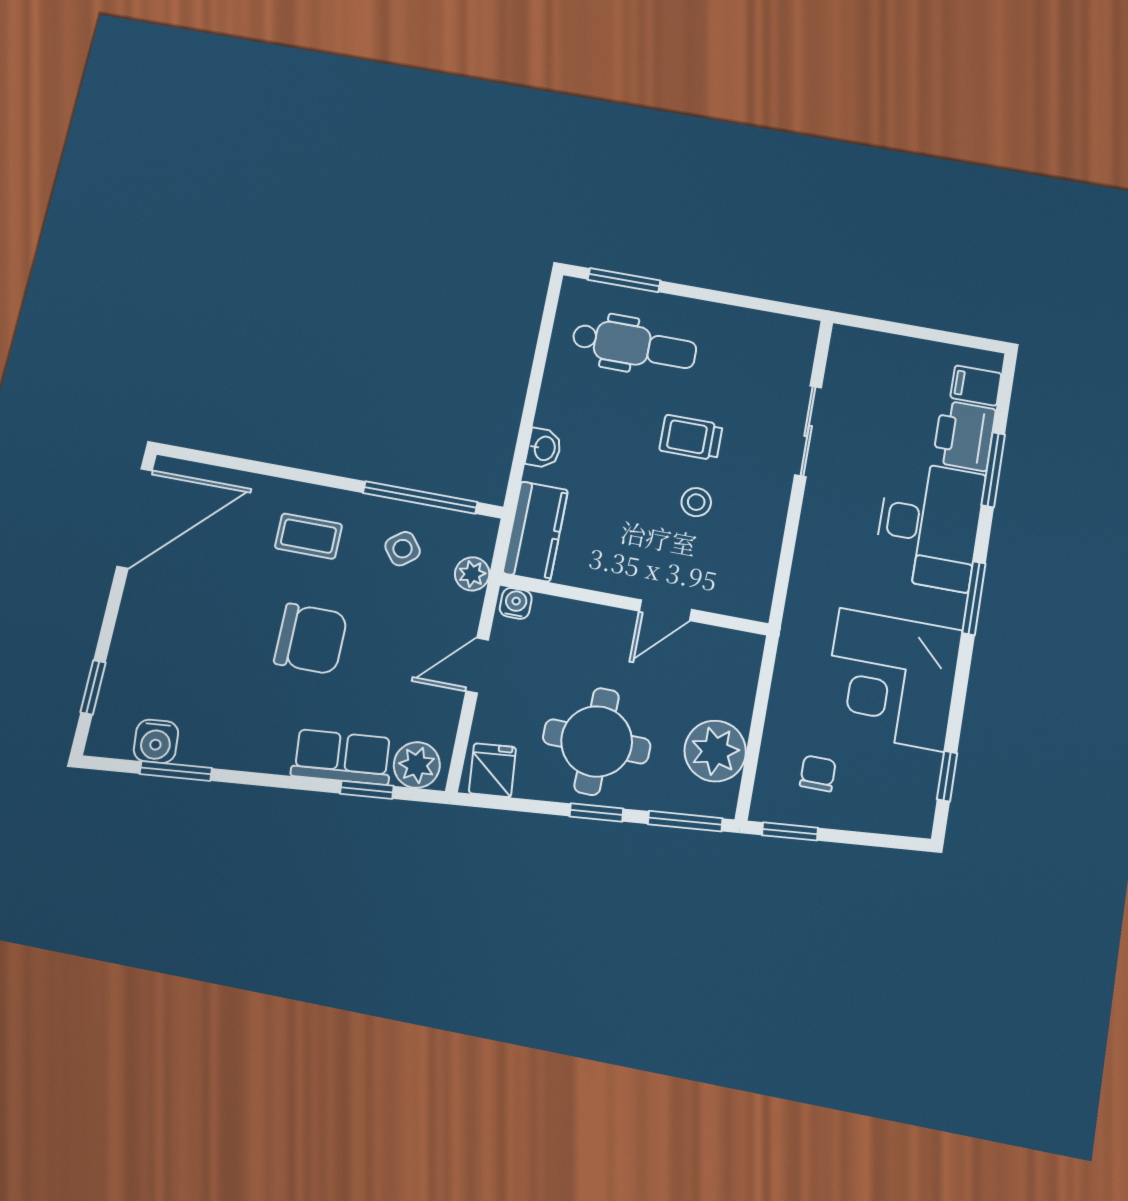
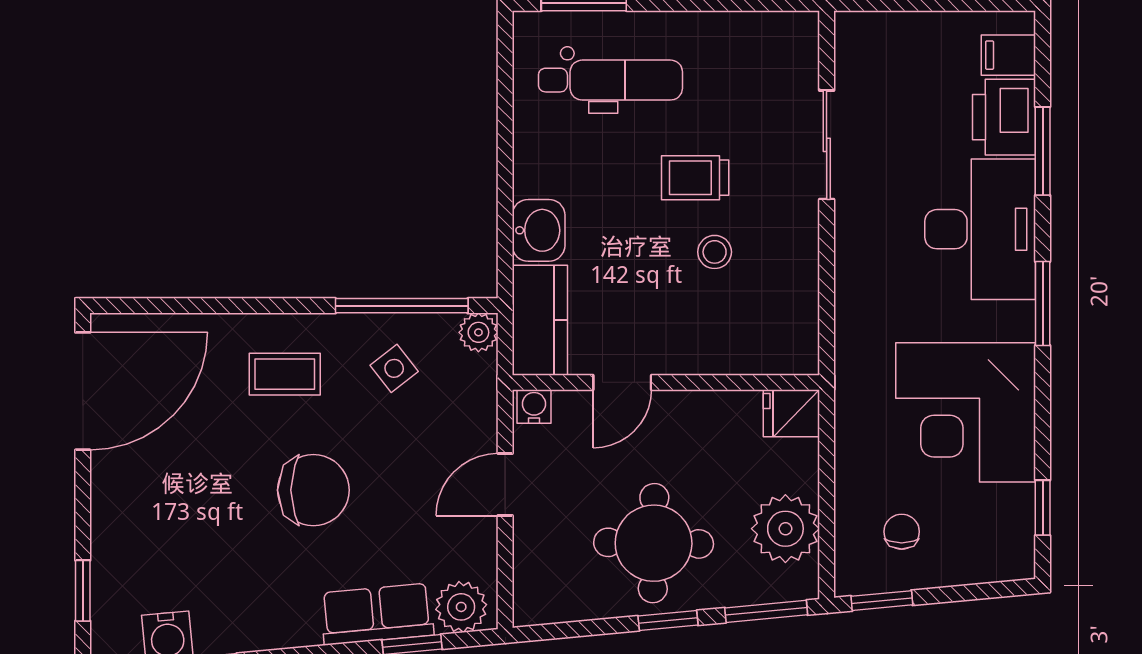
washbasin: (544, 448) -> (539, 230), width x1.38, depth x1.45
plant: (472, 574) -> (478, 332), moved
door: (665, 610) -> (622, 382), moved
fridge: (492, 770) -> (791, 413), moved, turned -85

